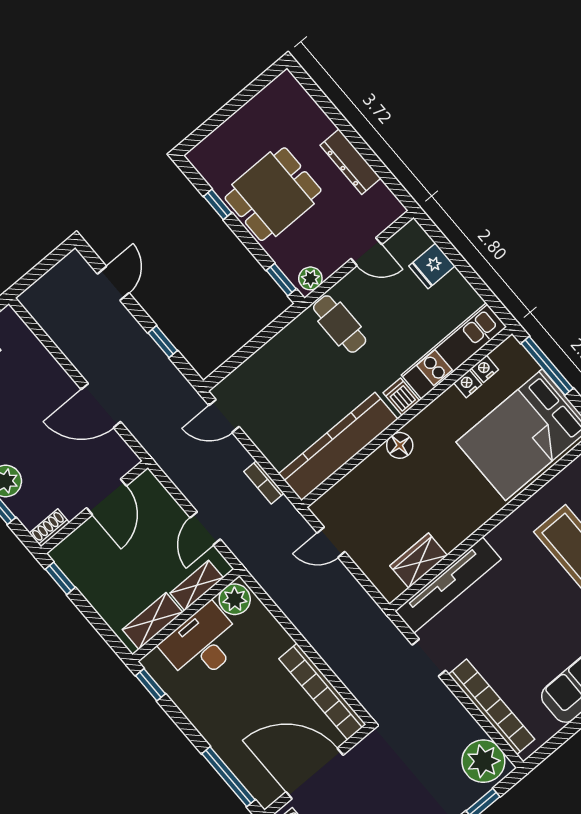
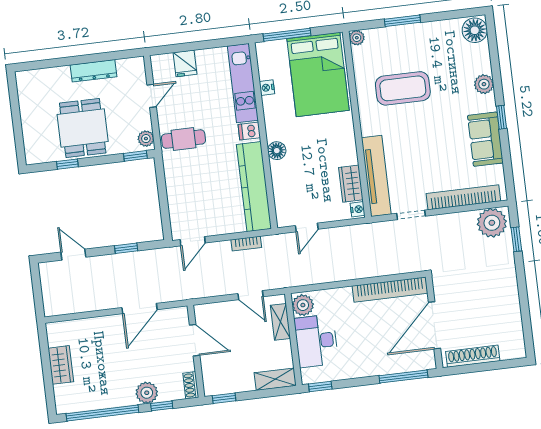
nightstand: (485, 369) -> (358, 209), moved, turned 180
shelving: (153, 621) -> (275, 379), moved, turned 90

